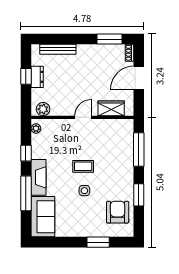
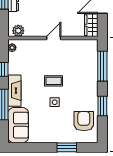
wardrobe: (111, 108) -> (91, 25), moved, turned -90

